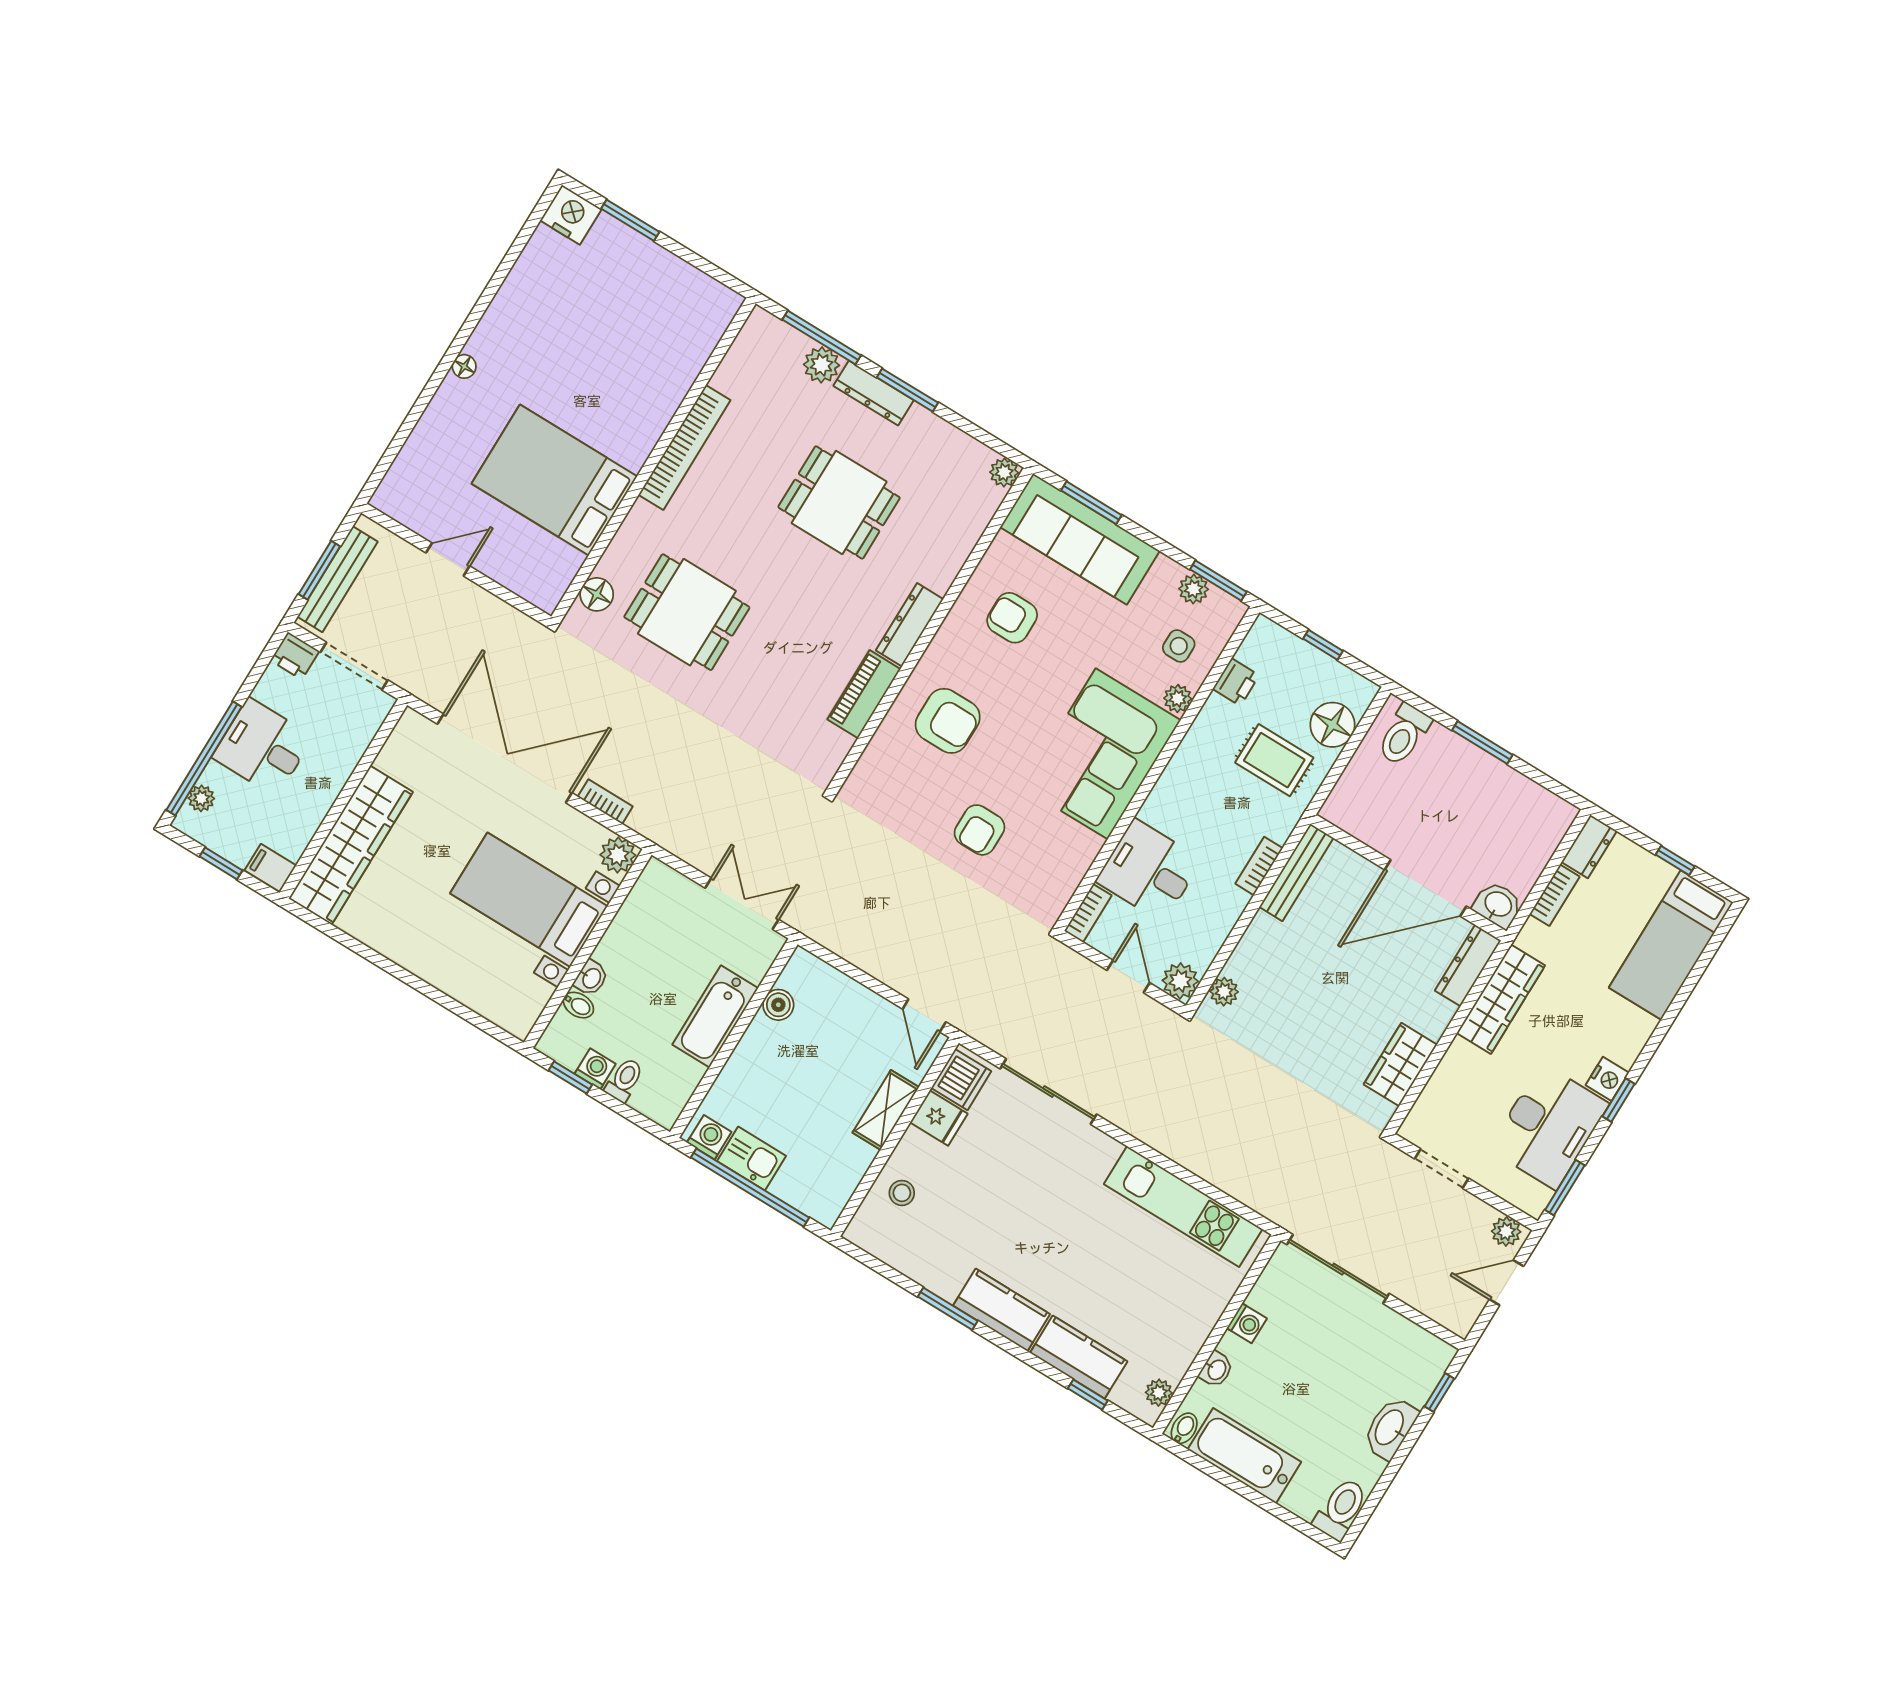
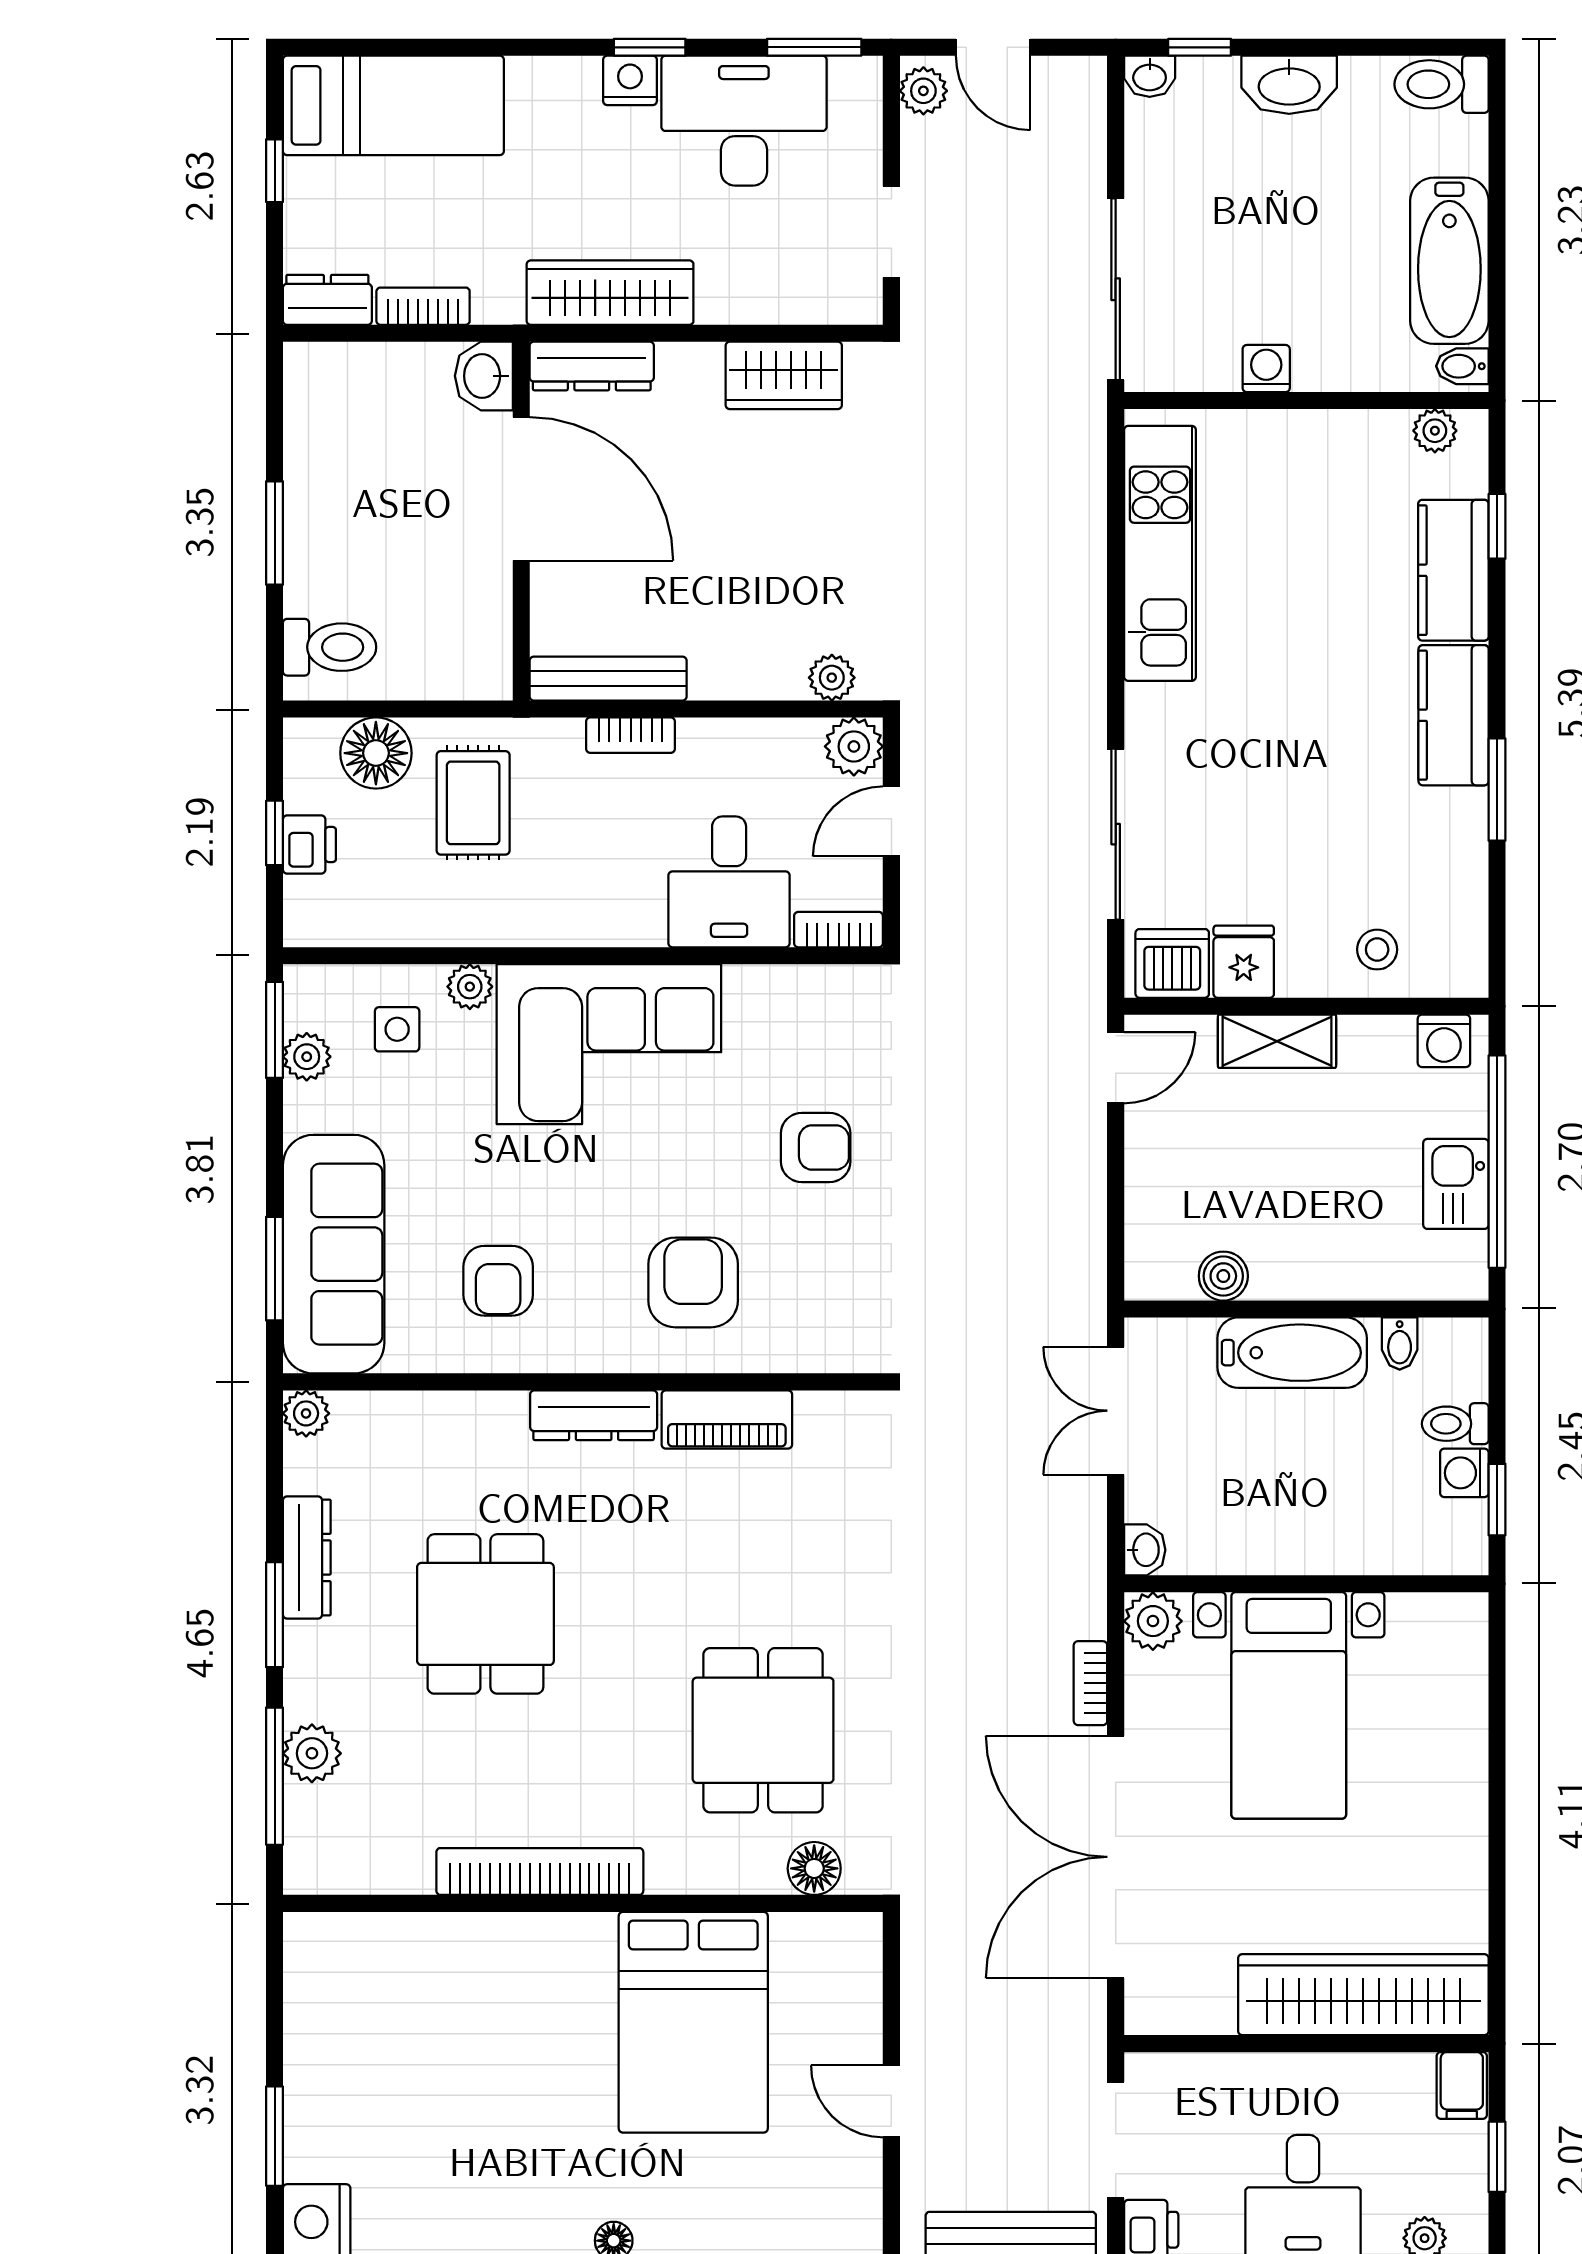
dresser: (874, 393) -> (307, 1558), moved
printer: (1236, 682) -> (309, 845), moved, turned 90
washbasin: (591, 978) -> (1145, 1550), moved, turned 90
bidet: (578, 1005) -> (1400, 1344), moved, turned 180
washing machine: (709, 1137) -> (1444, 1041), moved, turned -90
washbasin: (1216, 1369) -> (1150, 76), moved, turned 180

